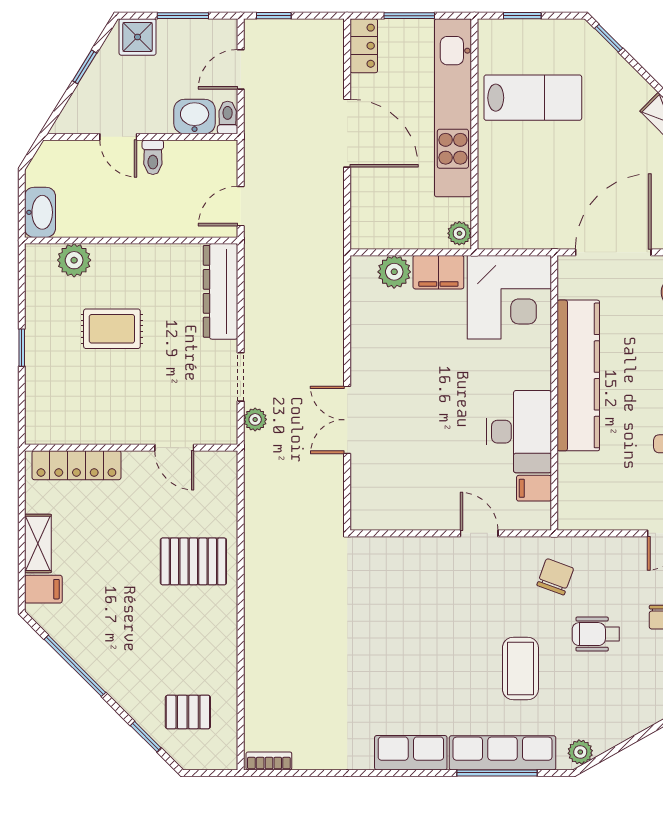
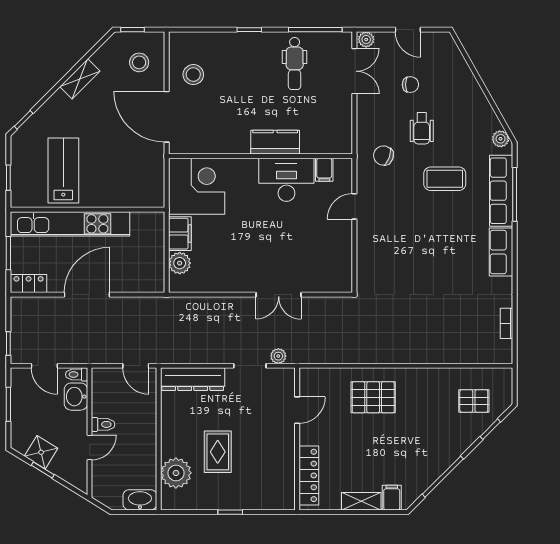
shower: (138, 37) -> (41, 452), moved, turned 32
plant: (459, 233) -> (154, 220), removed
plant: (74, 260) -> (176, 473), width x1.36, depth x1.36
kitchen counter: (578, 375) -> (275, 142), width x0.48, depth x0.86
pallet: (193, 561) -> (373, 397), turned 90
pallet: (188, 712) -> (474, 401), turned 90
bookcase: (269, 761) -> (506, 323), moved

